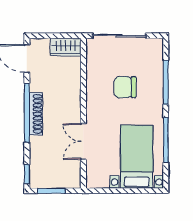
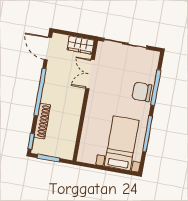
chair: (125, 87) -> (142, 92), moved
shoe rack: (36, 114) -> (42, 121), moved
double door: (83, 141) -> (90, 74), moved

